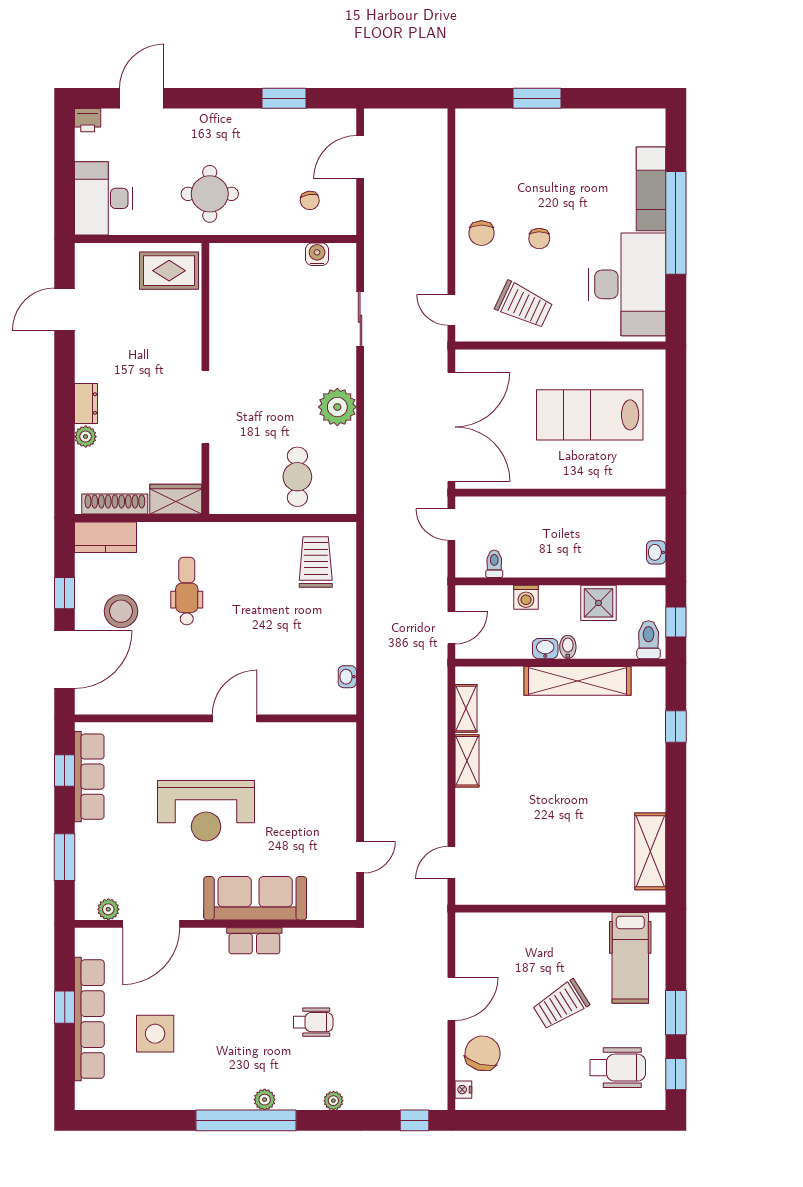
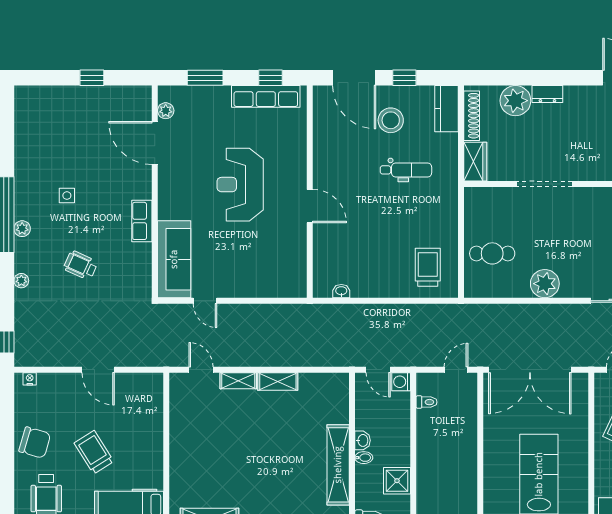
plant: (86, 437) -> (515, 101), width x1.88, depth x1.88
trolley: (316, 562) -> (428, 267), turned -90
washing machine: (526, 597) -> (401, 382), moved
shelving: (466, 708) -> (238, 381), moved
sofa: (255, 898) -> (174, 259), moved
row of seats: (89, 1019) -> (83, 96), removed
wheelchair: (313, 1022) -> (81, 265), turned 114
side table: (155, 1034) -> (67, 196), moved, width x0.54, depth x0.54
chair: (483, 1053) -> (35, 443), moved

